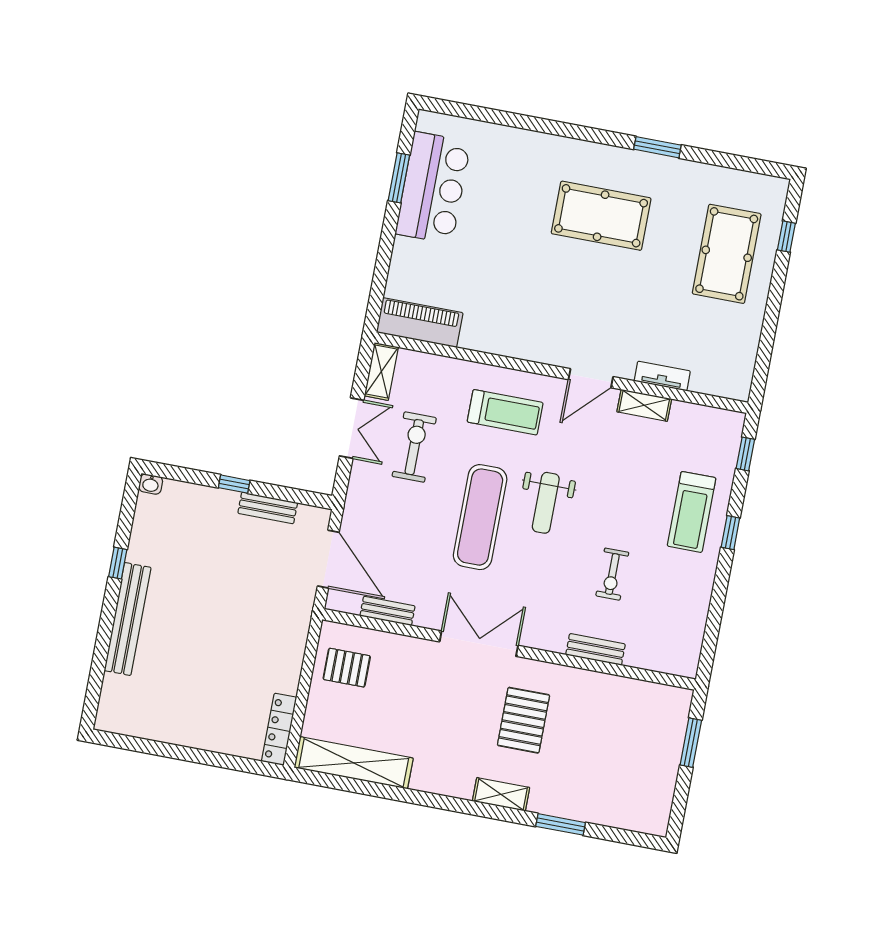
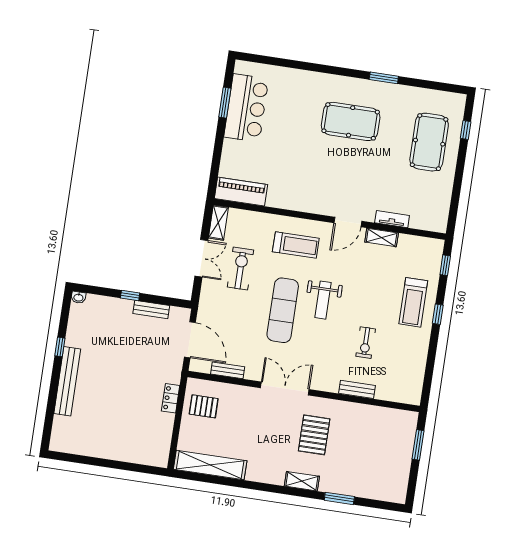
locker: (279, 729) -> (171, 398), moved, width x0.66

